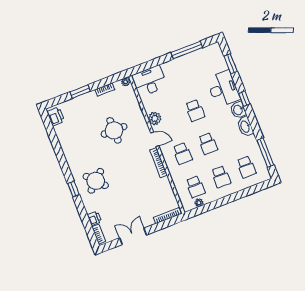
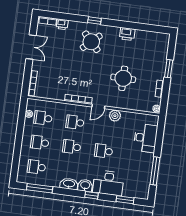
desk: (150, 81) -> (145, 138), moved
printer: (56, 116) -> (127, 34), moved

